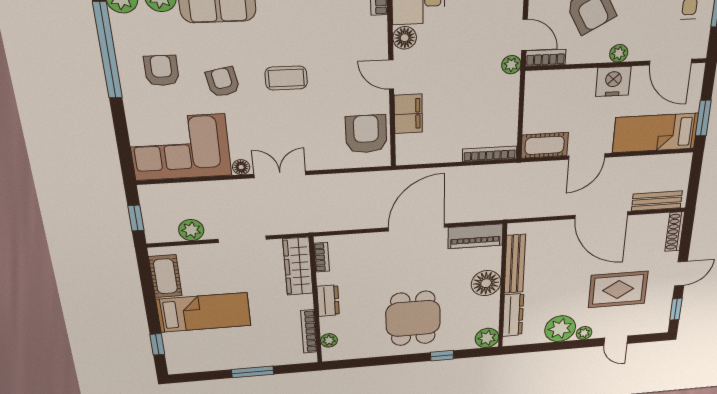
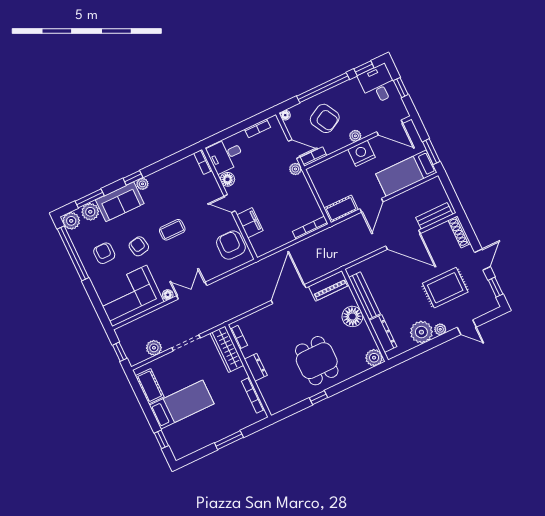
plant: (329, 340) -> (269, 398), removed
window: (442, 356) -> (318, 398), moved

